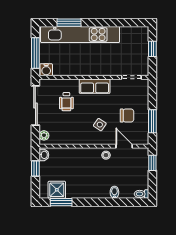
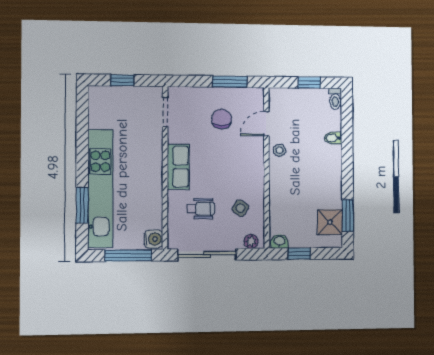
side table: (100, 125) -> (240, 208), moved
window: (152, 163) -> (309, 83), moved

